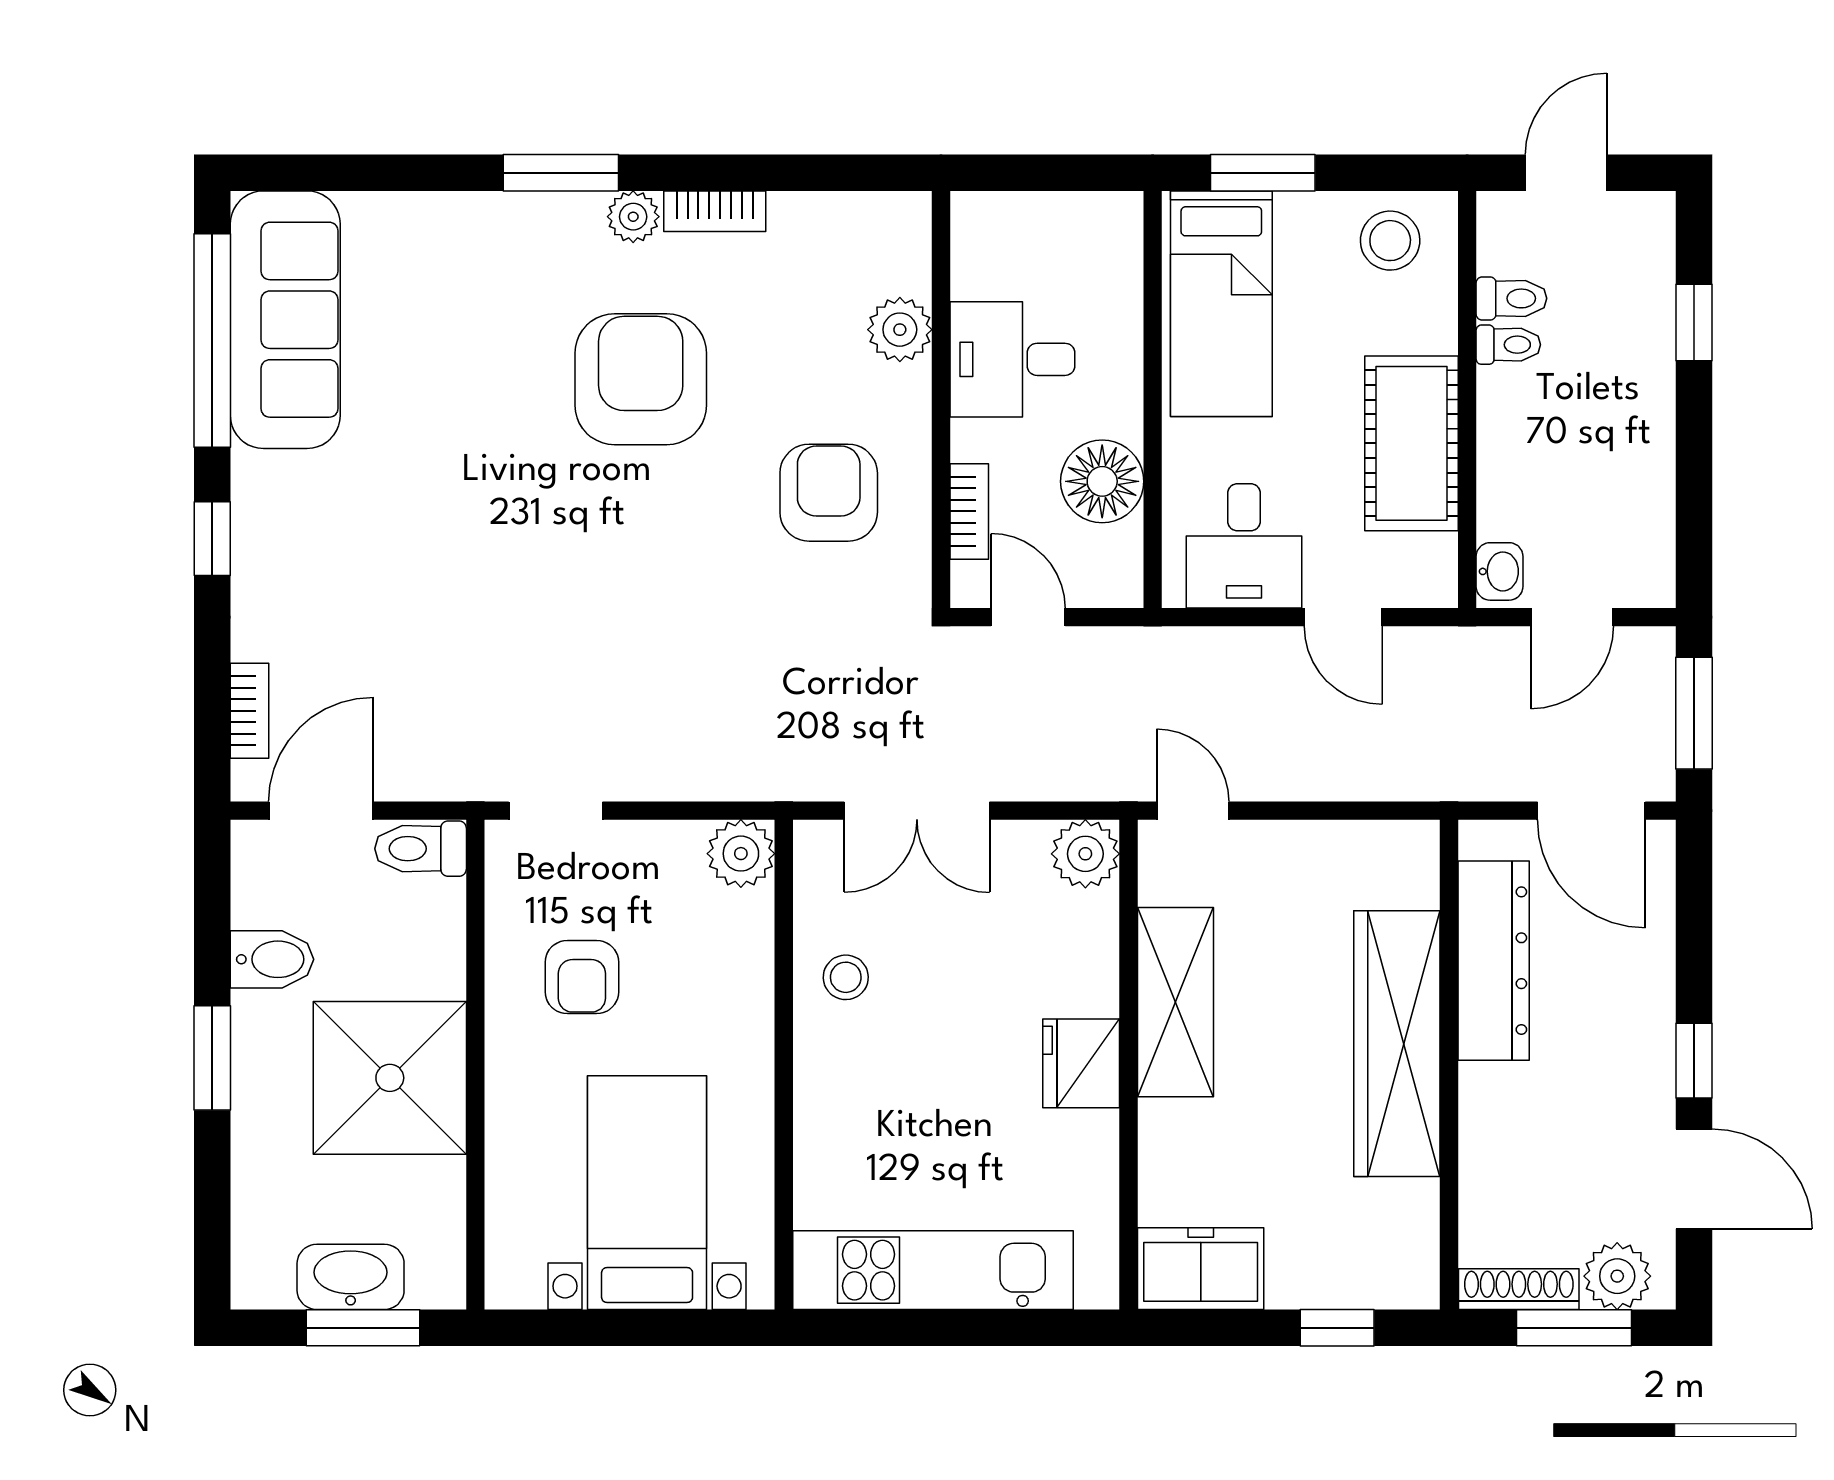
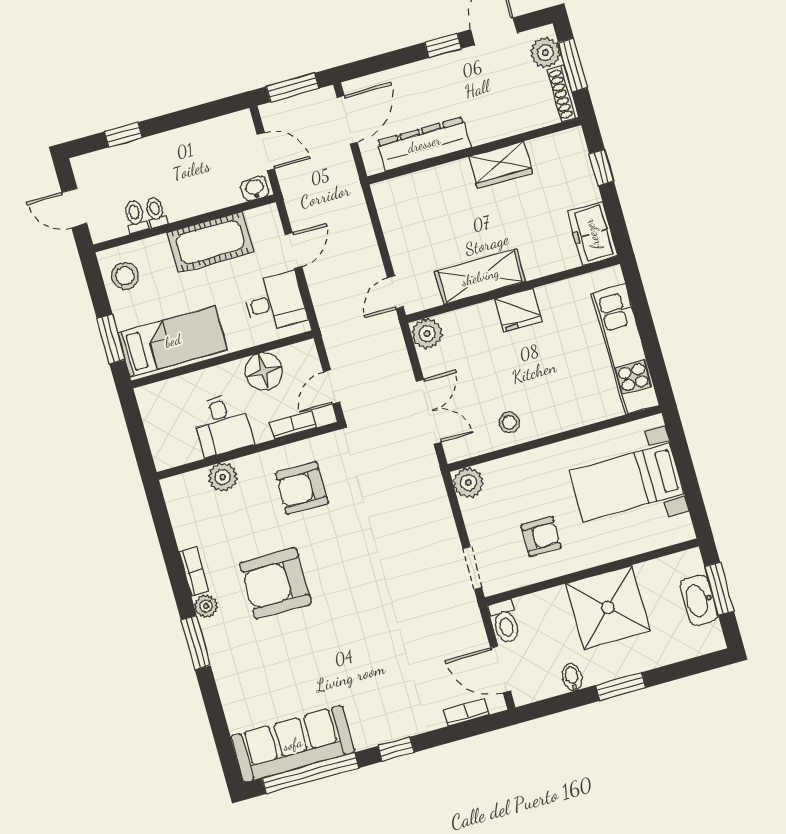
bidet: (272, 959) -> (572, 677), width x0.72, depth x0.74
wardrobe: (1397, 1044) -> (501, 165), width x0.48, depth x0.85

